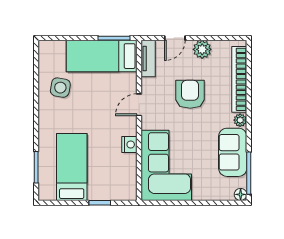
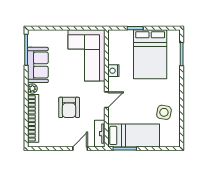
plant: (202, 49) -> (60, 140), removed
bed: (72, 167) -> (150, 54), width x1.50
floor lamp: (241, 194) -> (32, 34), removed

